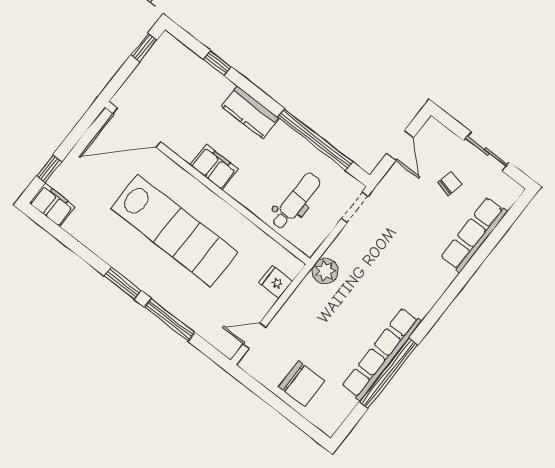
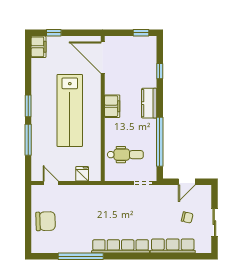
plant: (325, 271) -> (104, 192), removed
row of seats: (382, 354) -> (121, 246), moved
chair: (302, 384) -> (46, 221), turned -92

